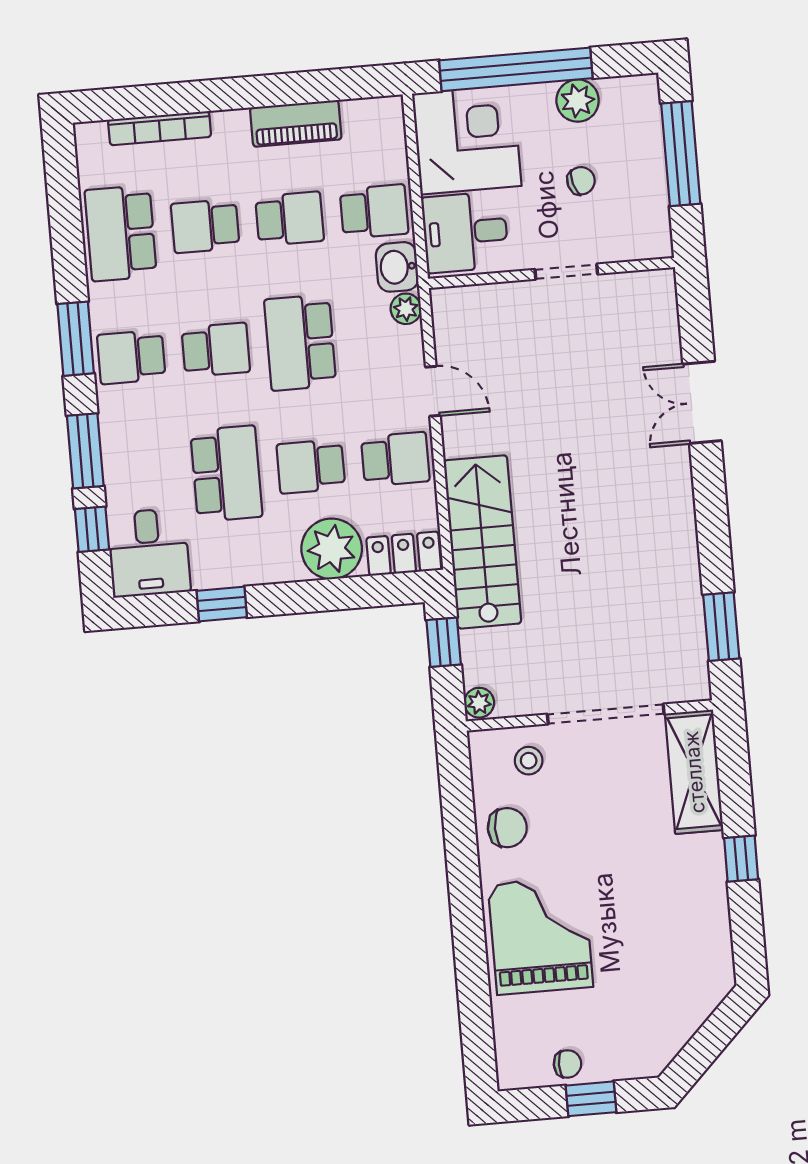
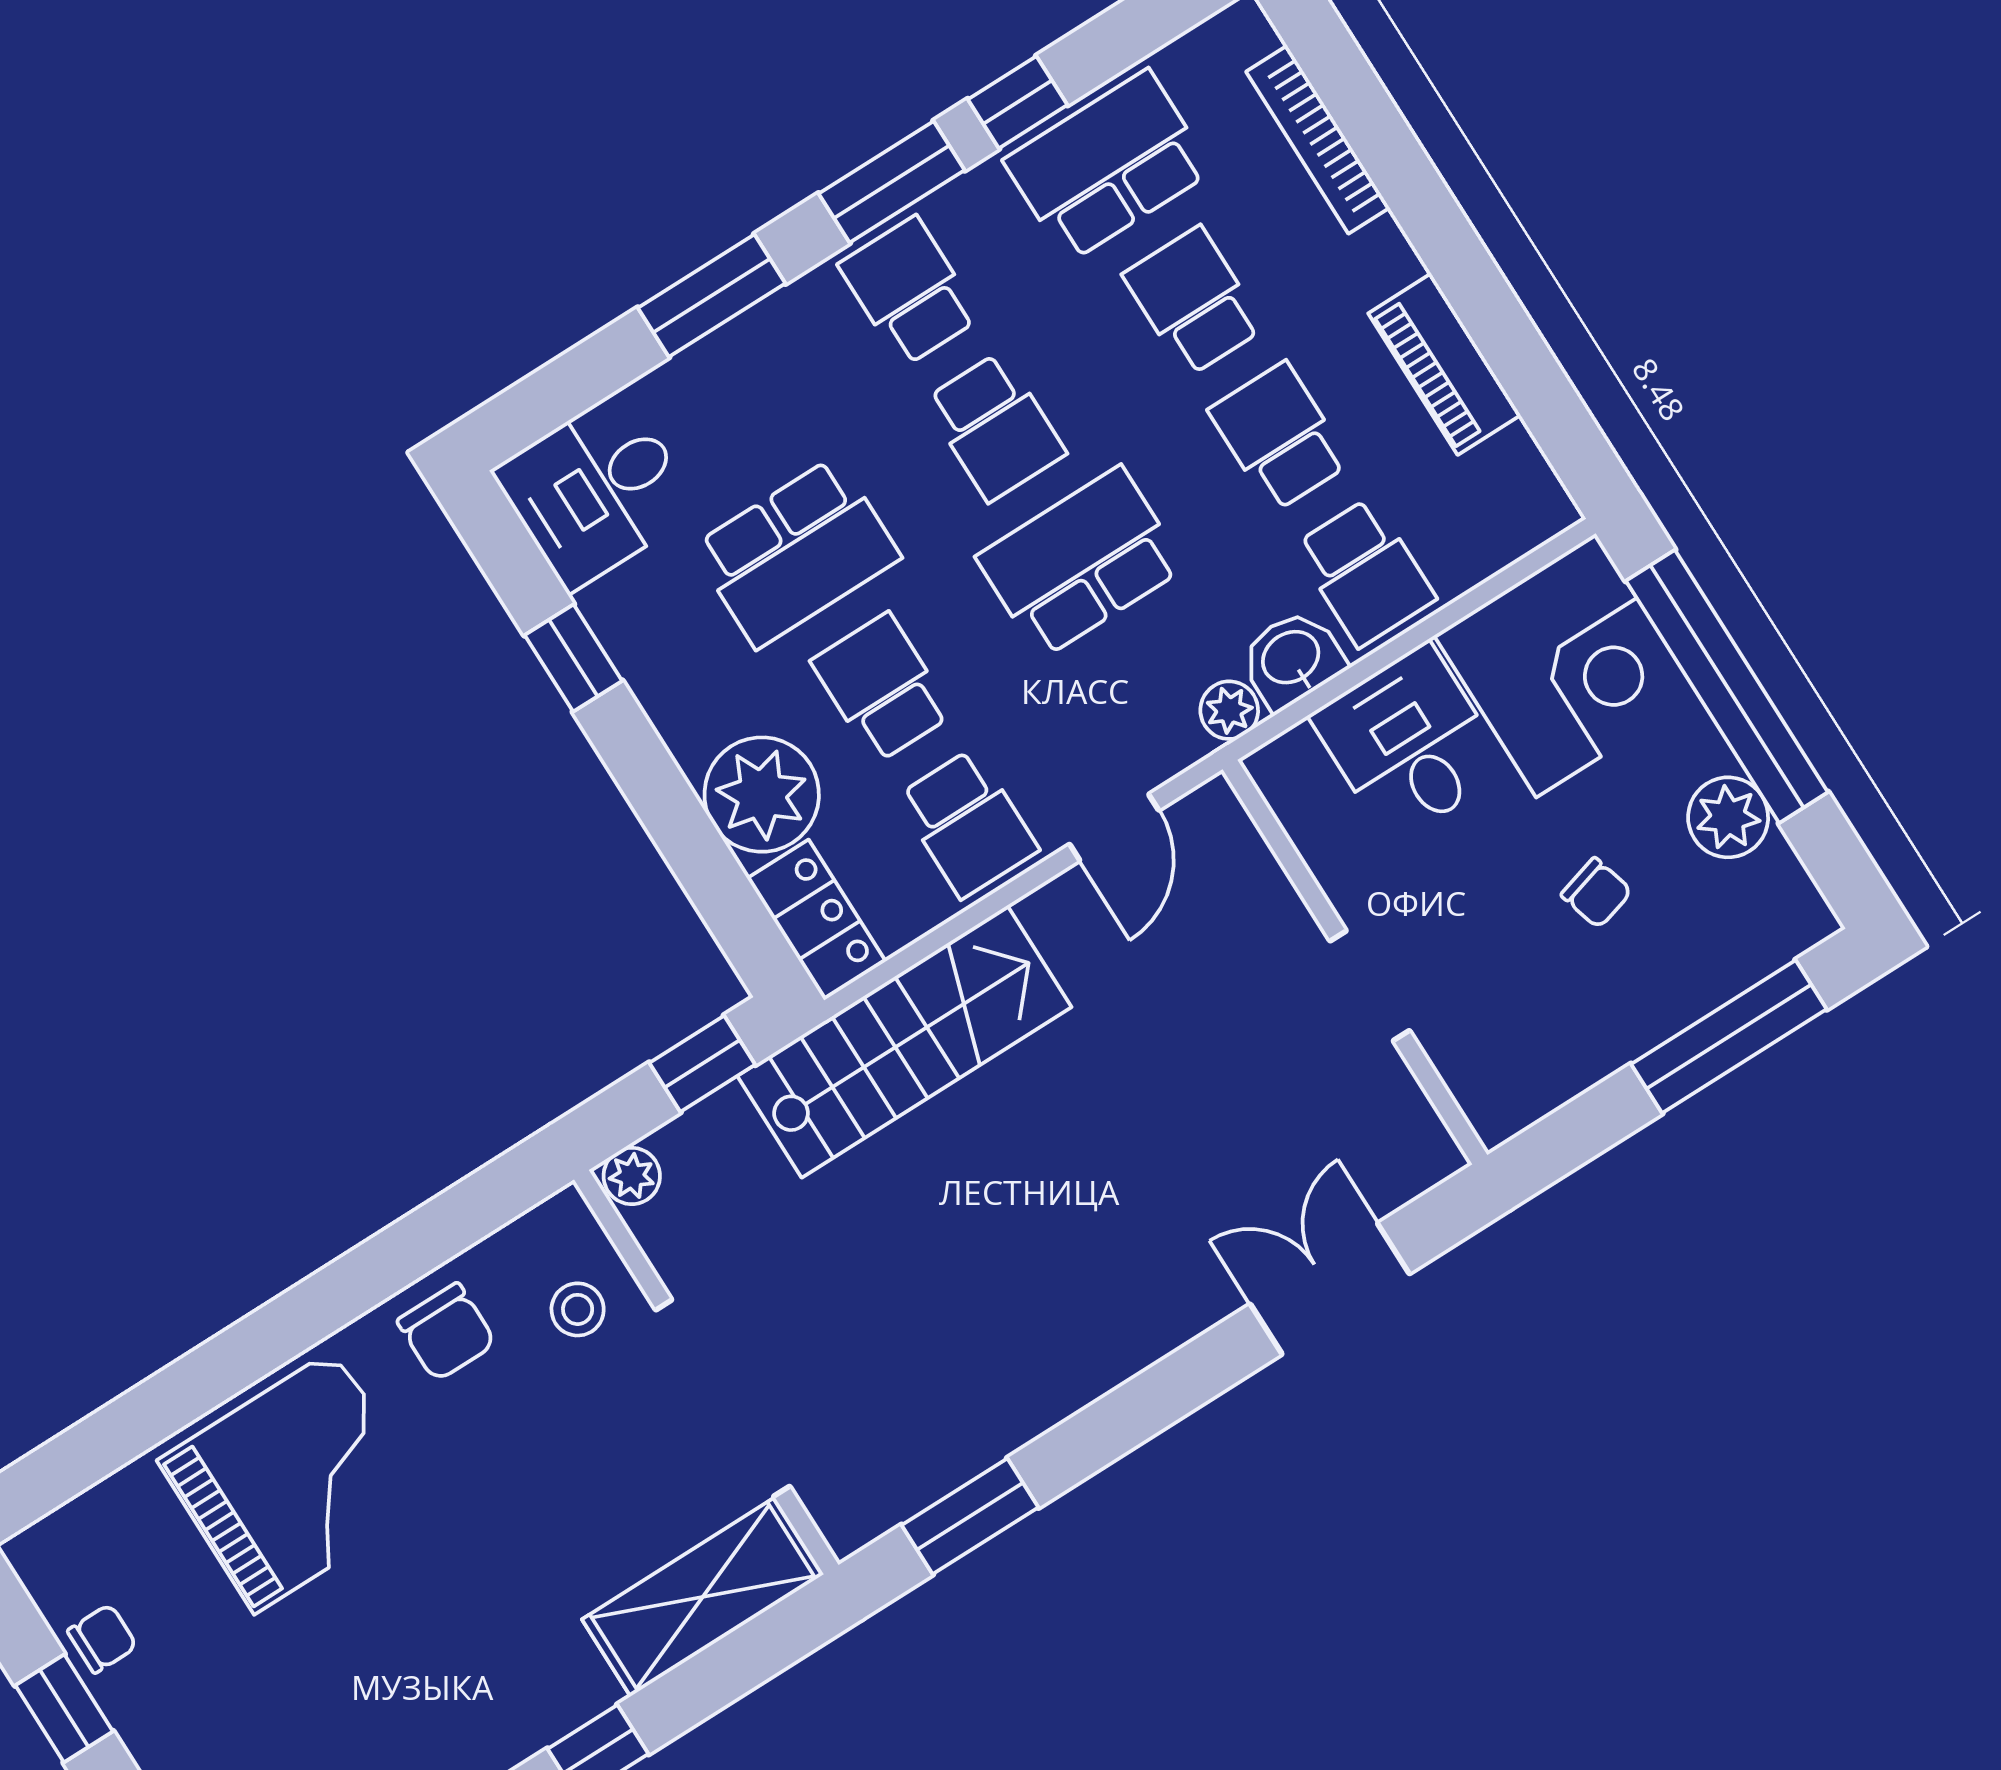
school desk: (290, 219) -> (1279, 437), turned 180
doorway: (566, 272) -> (1370, 986), moved
wall: (551, 273) -> (1355, 962), moved
window: (92, 529) -> (1018, 102), moved
chair: (567, 1064) -> (102, 1639), turned -90

